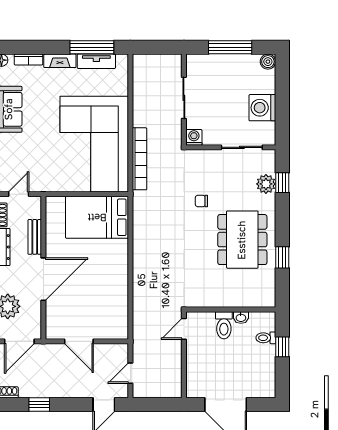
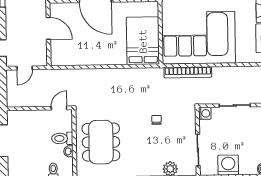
dining table: (242, 240) -> (101, 142), moved, turned 90
door: (184, 329) -> (59, 108), hinge flipped
door: (79, 341) -> (48, 28), swing flipped
door: (130, 373) -> (25, 68), swing flipped

